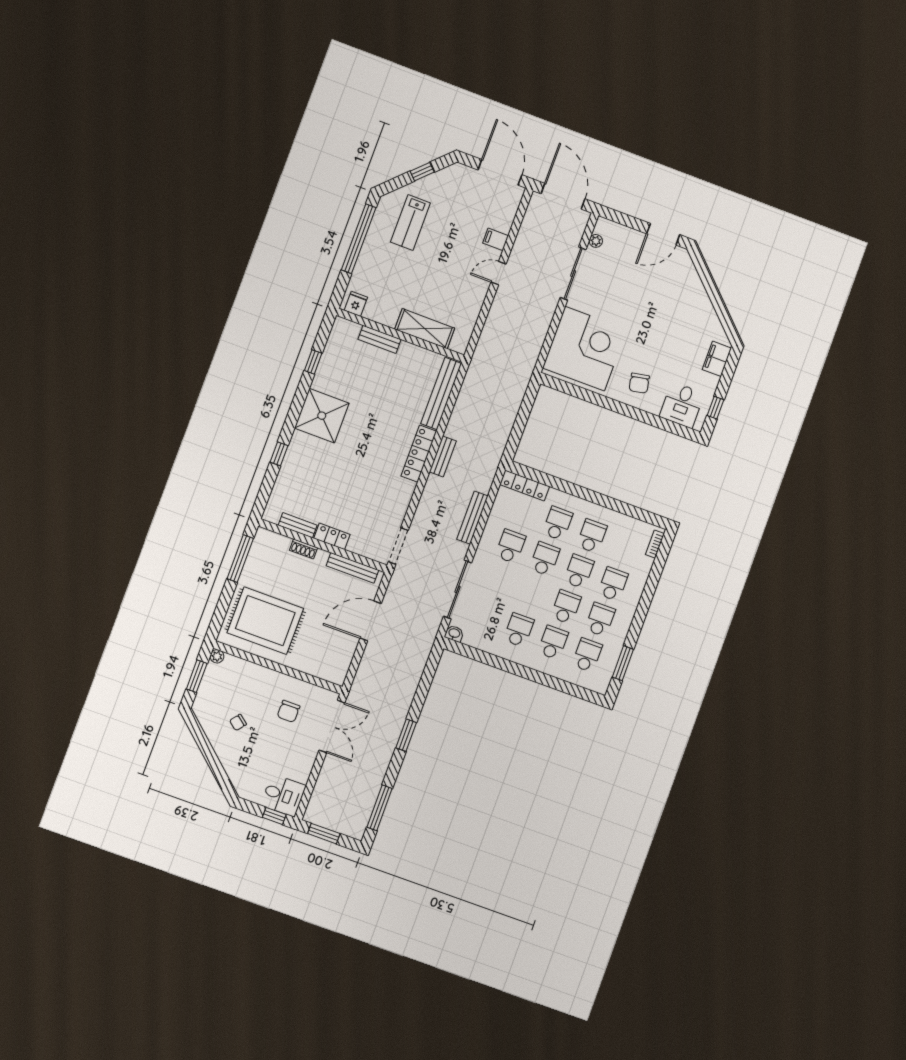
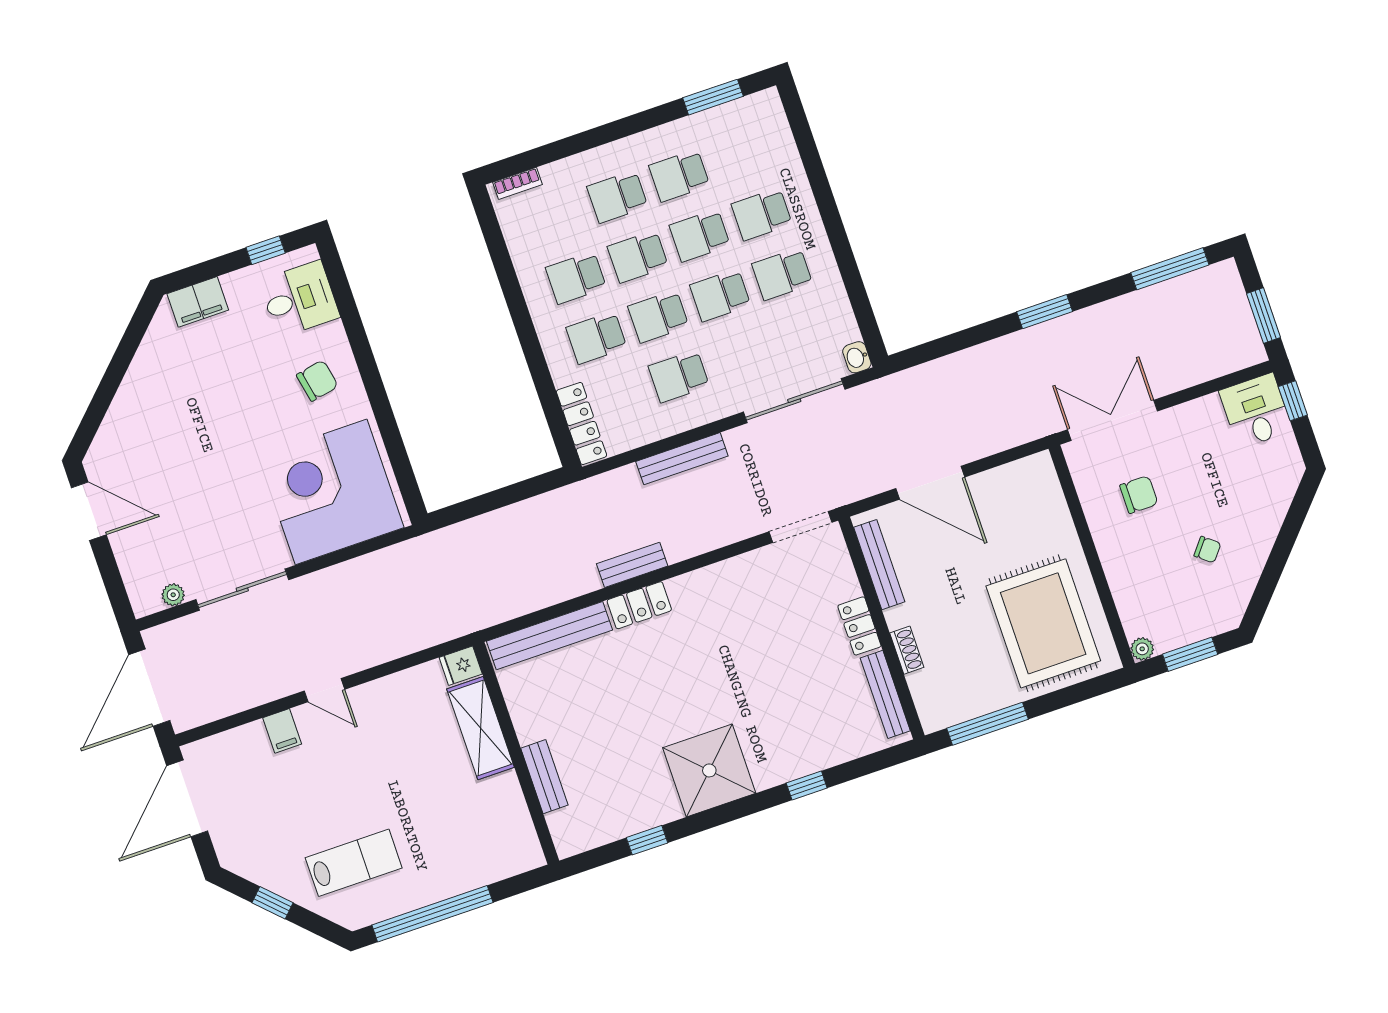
fridge: (356, 304) -> (461, 666), moved
locker: (419, 454) -> (639, 605), width x0.66
bench: (298, 525) -> (885, 694), width x1.36
school desk: (587, 655) -> (720, 295), moved

